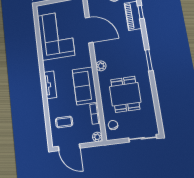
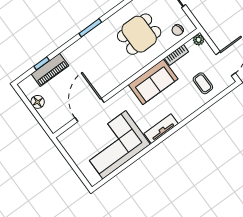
plant: (101, 66) -> (122, 76), removed
tv unit: (50, 85) -> (161, 129), moved

